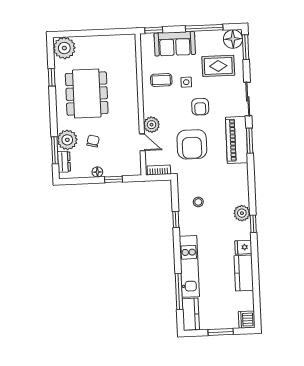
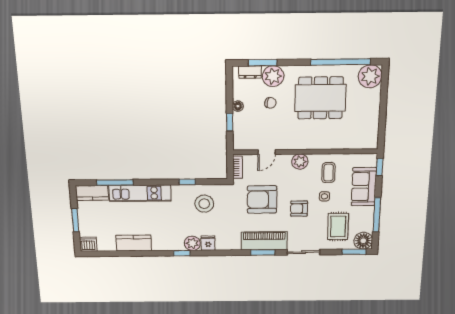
window: (52, 77) -> (340, 62), width x3.17
plant: (152, 125) -> (300, 162), moved
stool: (198, 202) -> (204, 204), width x1.89, depth x1.89
fridge: (243, 247) -> (208, 243), moved

